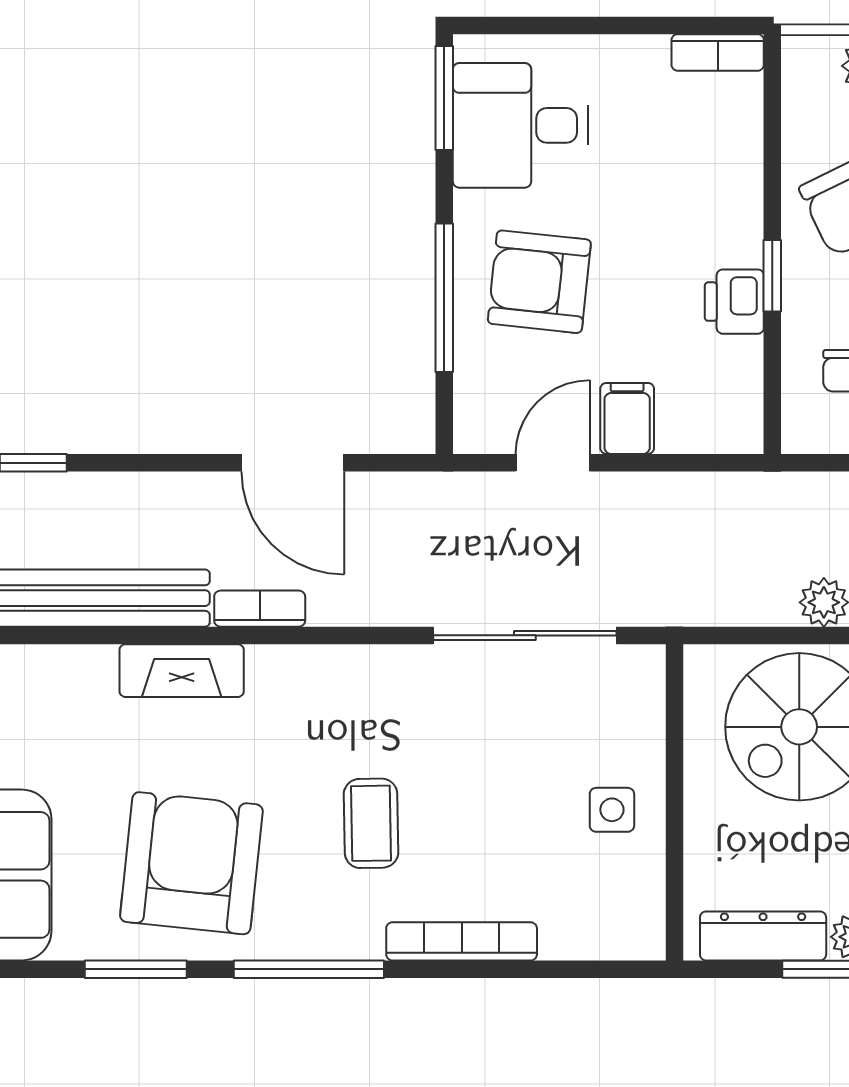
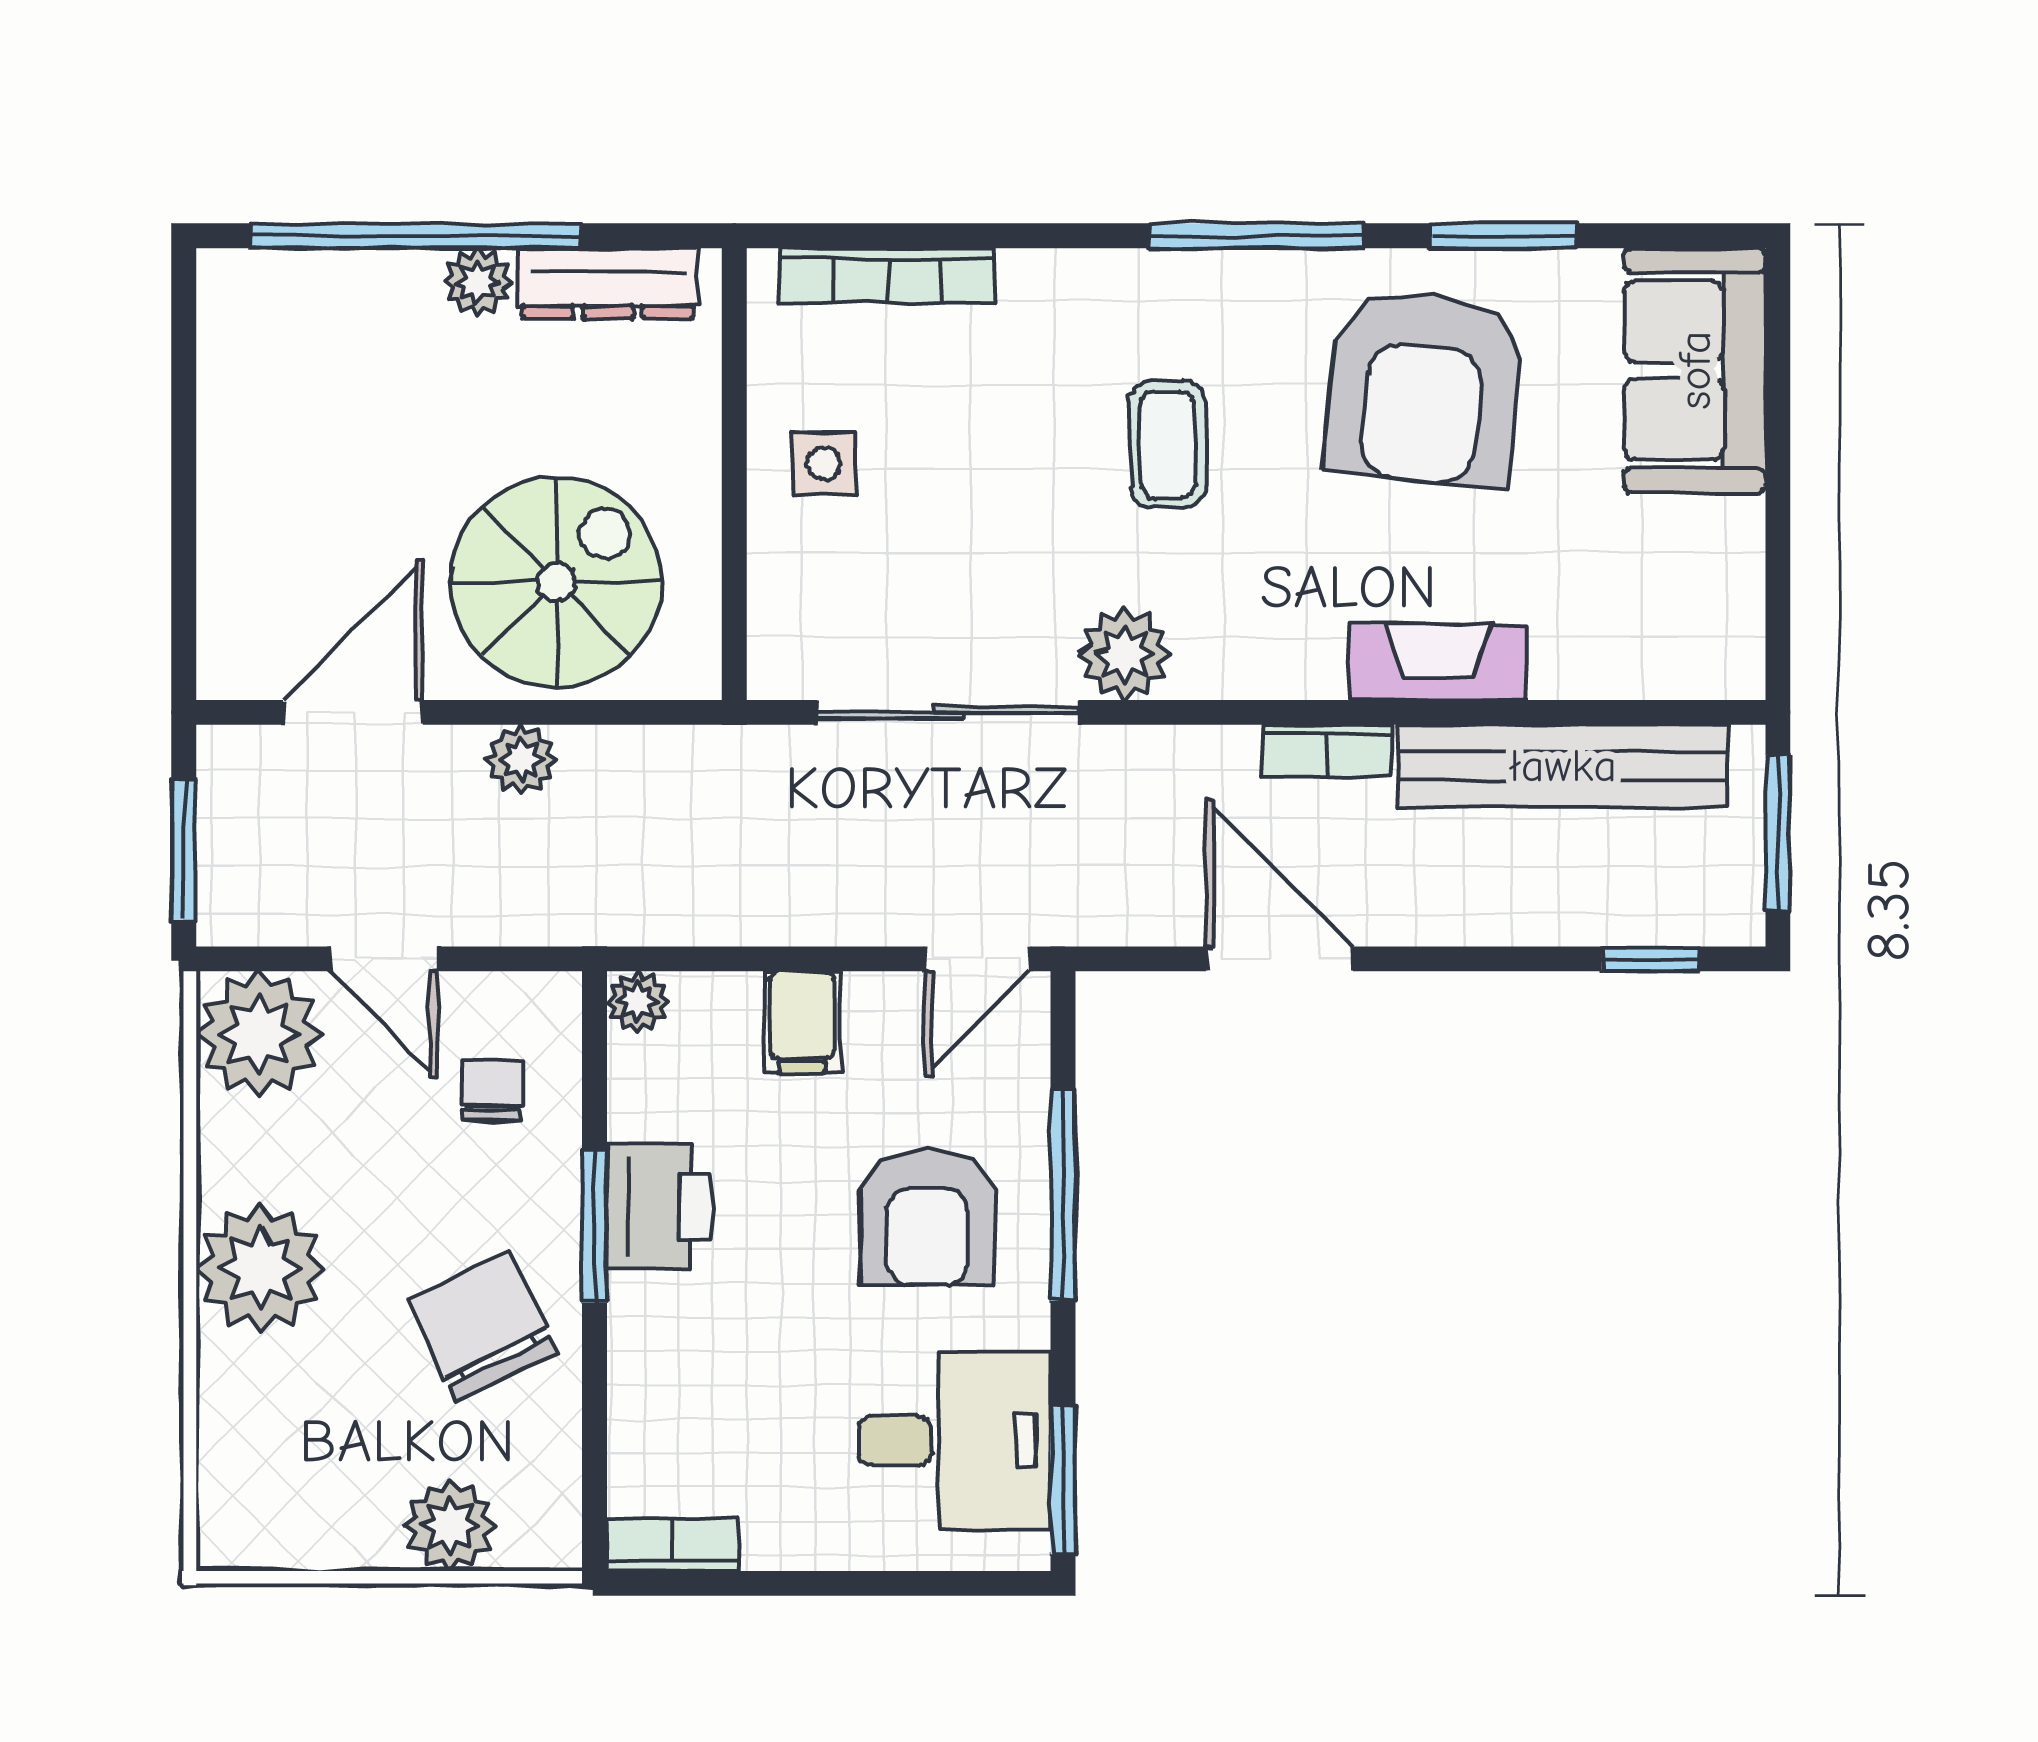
window: (772, 276) -> (595, 1226), width x1.50
armchair: (539, 282) -> (927, 1217), turned 84
printer: (734, 302) -> (659, 1206), width x1.36, depth x1.24
plant: (742, 433) -> (638, 1002), added
door: (553, 463) -> (977, 959), moved
plant: (401, 676) -> (1125, 654), added
bookcase: (462, 941) -> (887, 276), moved

